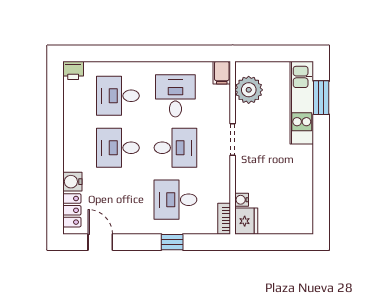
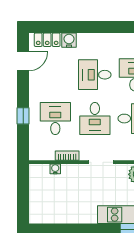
desk: (118, 148) -> (95, 75), turned -90
bookcase: (224, 219) -> (67, 156), moved
fridge: (246, 221) -> (39, 172), removed

